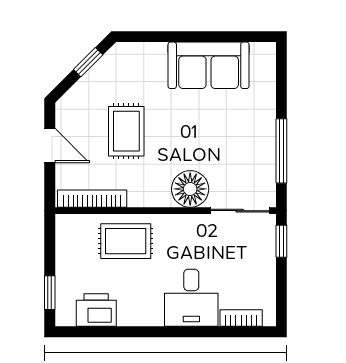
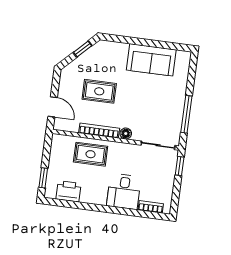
rug: (126, 131) -> (99, 91), turned 90
door: (50, 146) -> (53, 107), moved
floor lamp: (190, 189) -> (126, 134), width x0.53, depth x0.53
bookcase: (92, 199) -> (99, 131), moved

